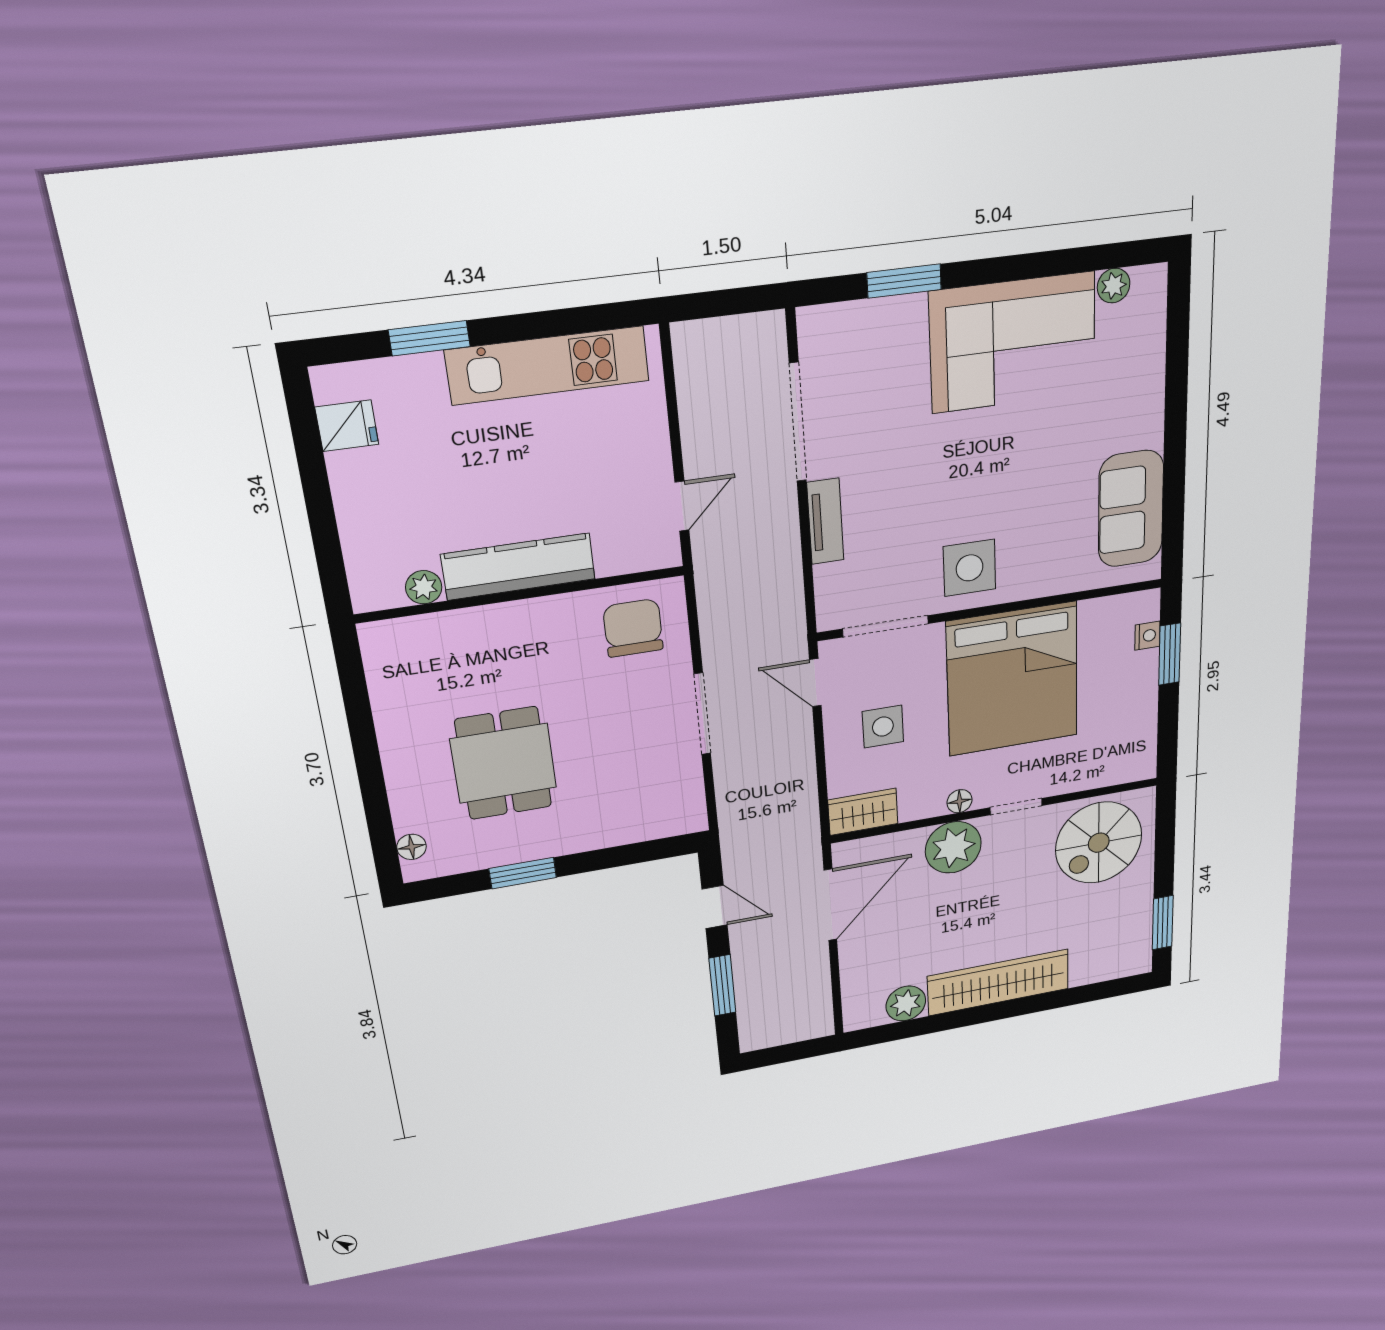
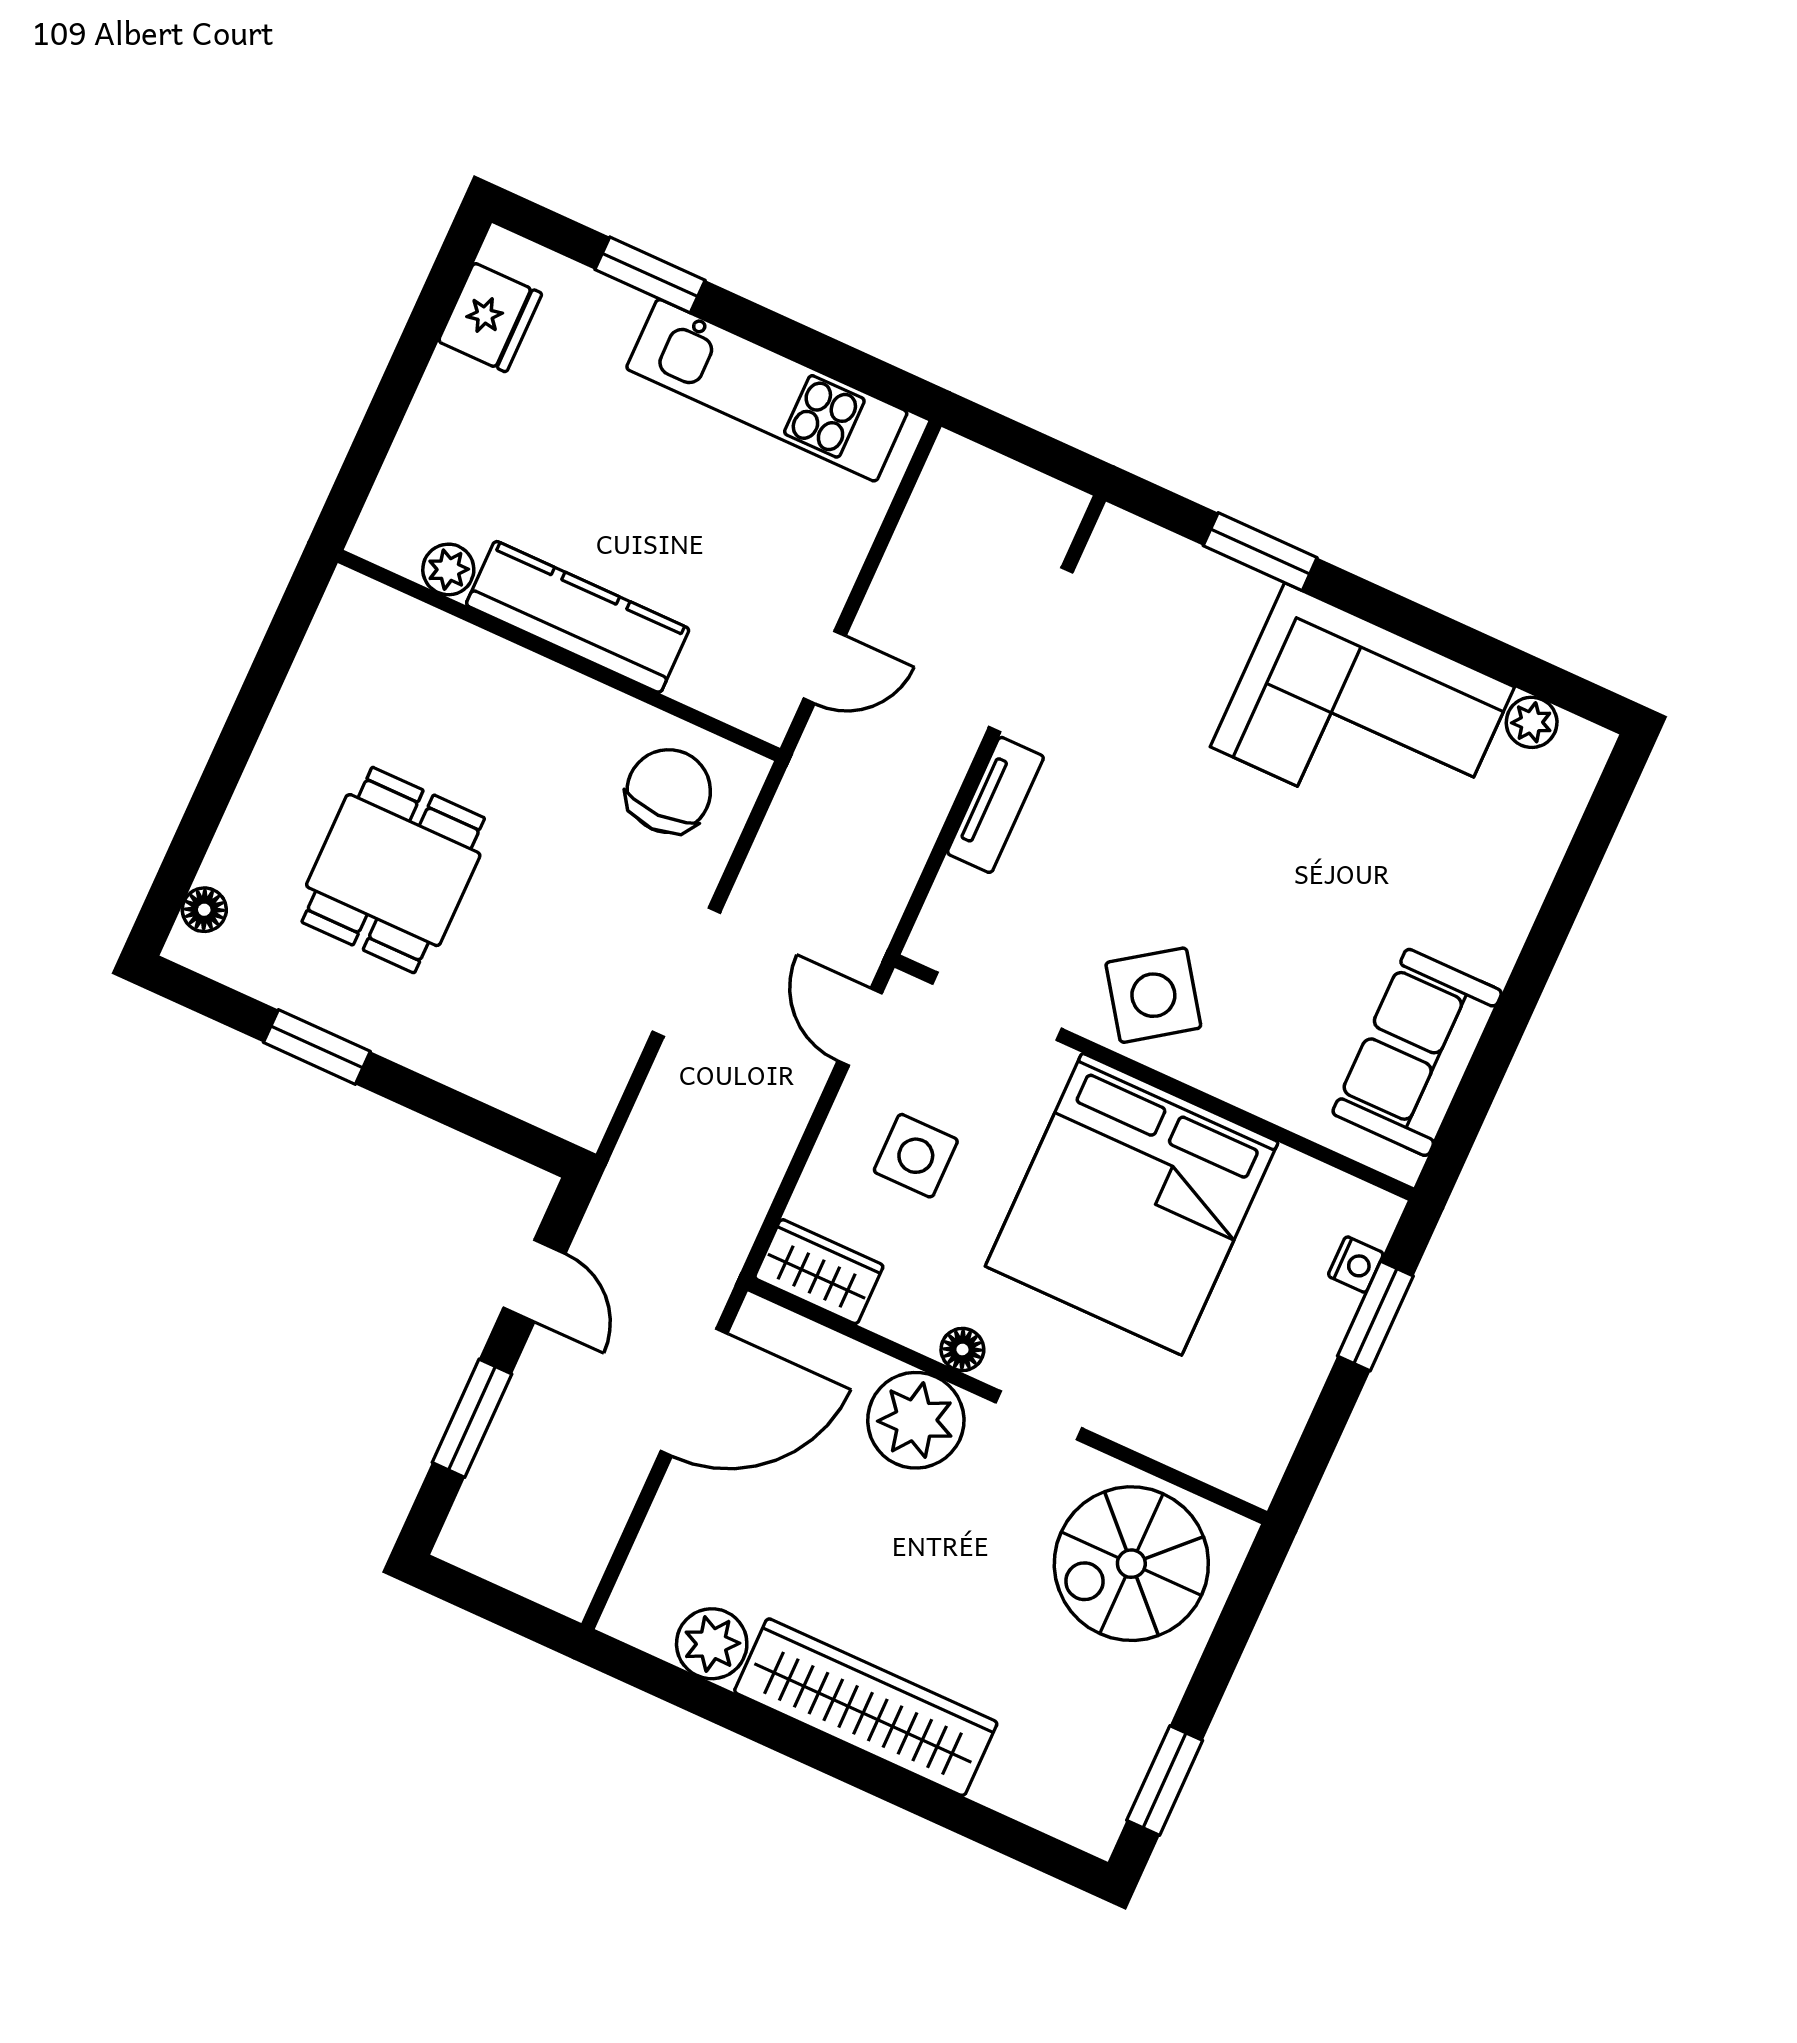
fridge: (347, 426) -> (490, 317), width x1.38
side table: (970, 568) -> (1153, 995), turned -35

